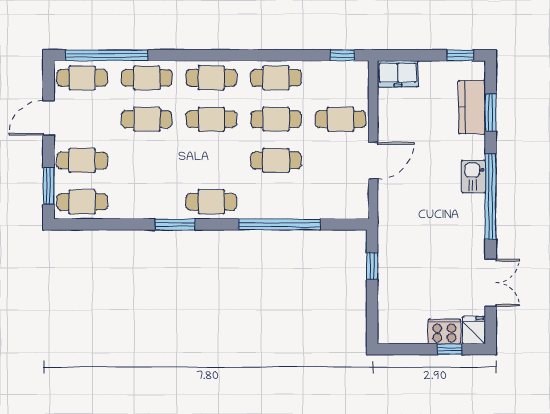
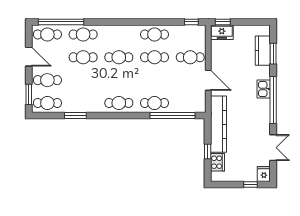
window: (460, 55) -> (223, 22), moved
cafe table: (211, 78) -> (119, 34), removed
door: (49, 118) -> (29, 57), swing flipped
cafe table: (276, 160) -> (155, 103), moved
door: (373, 161) -> (208, 80), hinge flipped
window: (175, 224) -> (75, 115), moved
window: (279, 224) -> (172, 115), moved
kitchen counter: (392, 240) -> (218, 124), added
window: (372, 266) -> (208, 152), moved
cooker: (444, 331) -> (217, 162), moved, turned 90

